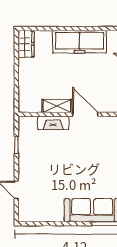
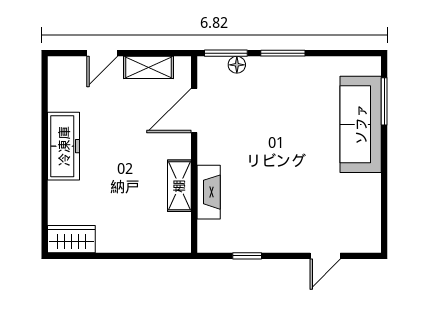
freezer: (80, 42) -> (64, 146), width x0.73, depth x0.79
door: (85, 114) -> (194, 110), moved

